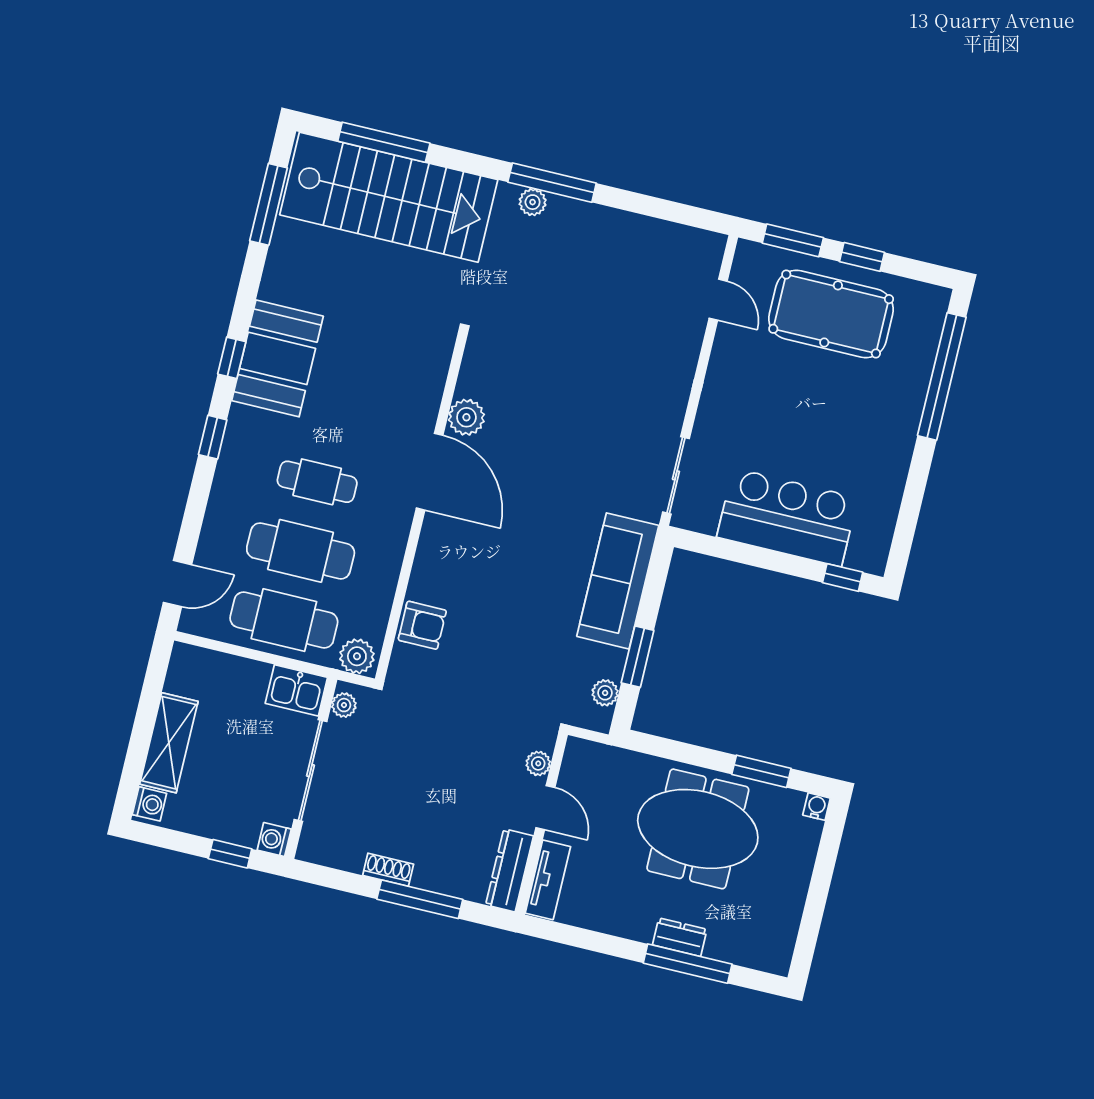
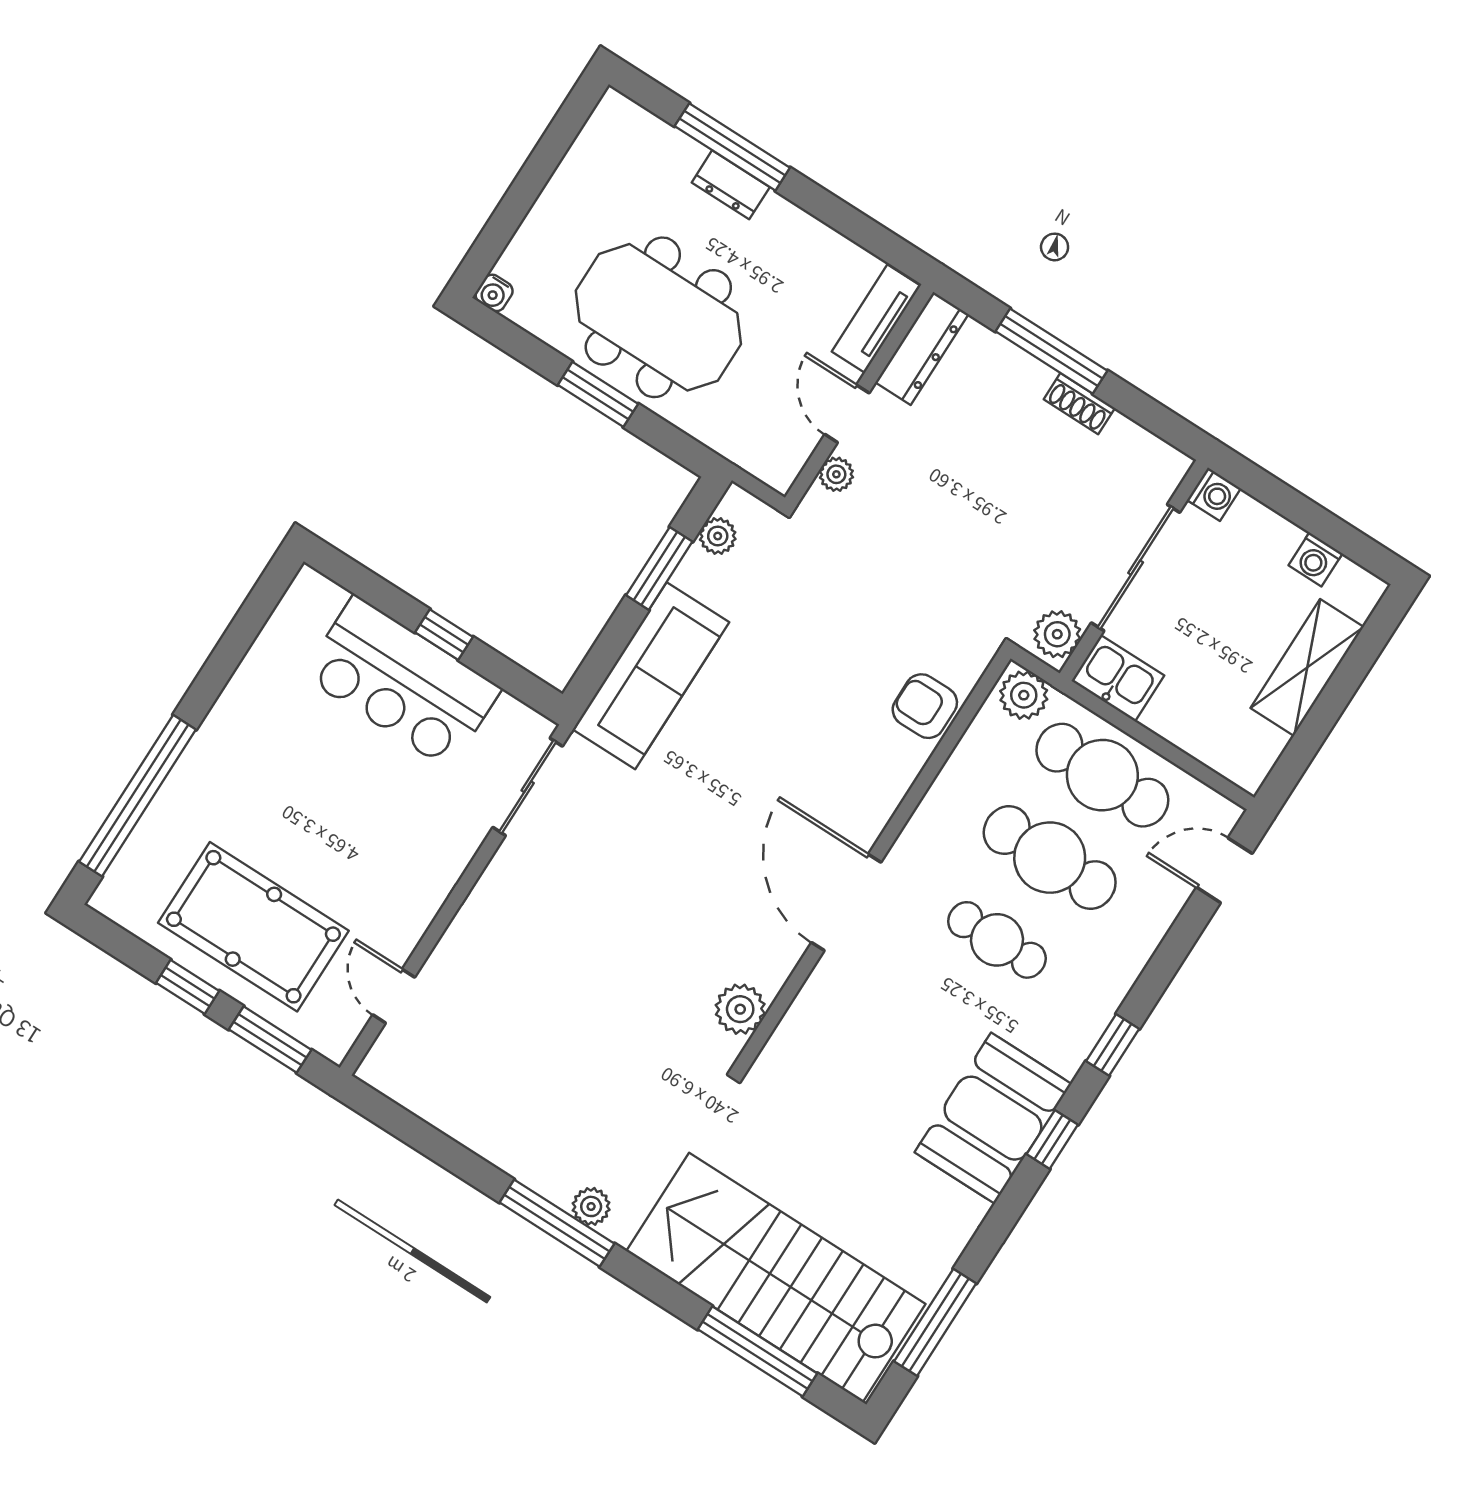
plant: (466, 417) -> (740, 1009), moved
window: (843, 577) -> (444, 635), moved
plant: (344, 705) -> (1057, 634), width x1.38, depth x1.38
window: (761, 771) -> (598, 394), moved
washing machine: (149, 804) -> (1315, 559), moved, turned -90
window: (230, 854) -> (1278, 496), removed

